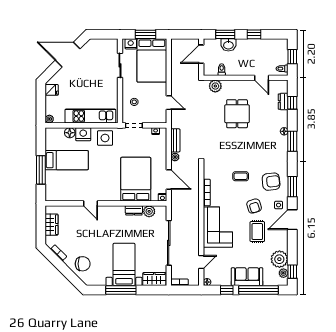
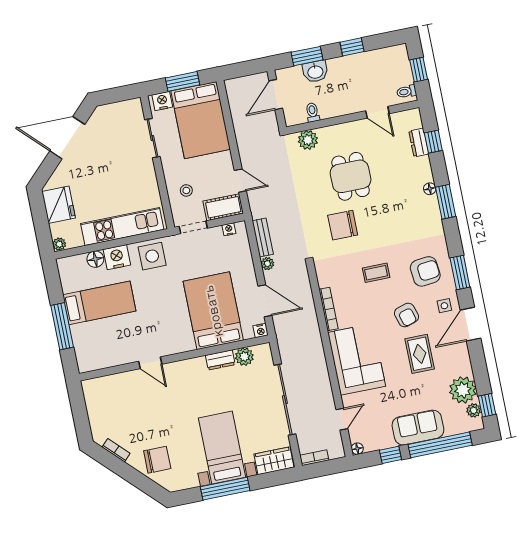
fridge: (52, 90) -> (59, 205), width x1.88, depth x1.34
cot: (155, 117) -> (223, 207), added
chair: (226, 143) -> (343, 225), added
wardrobe: (51, 225) -> (96, 408), removed

